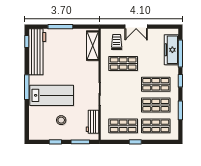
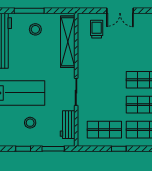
stool: (66, 42) -> (35, 29), added
shelving: (93, 46) -> (68, 42), width x1.47
shop shelf: (123, 63) -> (104, 55), removed

